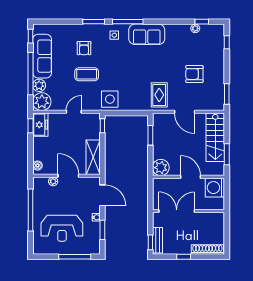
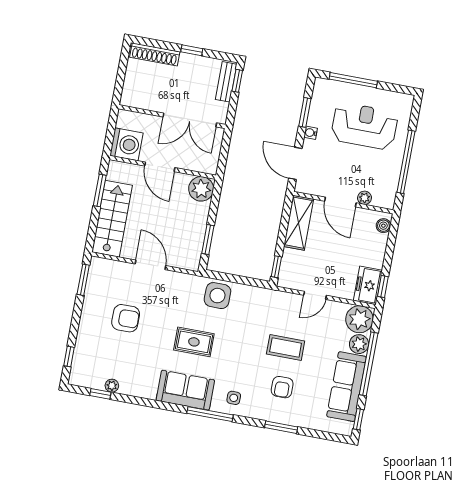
window: (94, 22) -> (281, 427), moved
armchair: (84, 48) -> (282, 387), turned 180
rug: (159, 95) -> (194, 342), moved, turned 90
side table: (110, 99) -> (217, 296), moved

